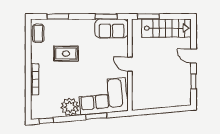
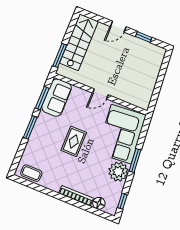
window: (58, 16) -> (30, 127), moved
rug: (66, 54) -> (74, 141), moved
floor lamp: (36, 101) -> (99, 203), added
window: (96, 116) -> (135, 161), moved

